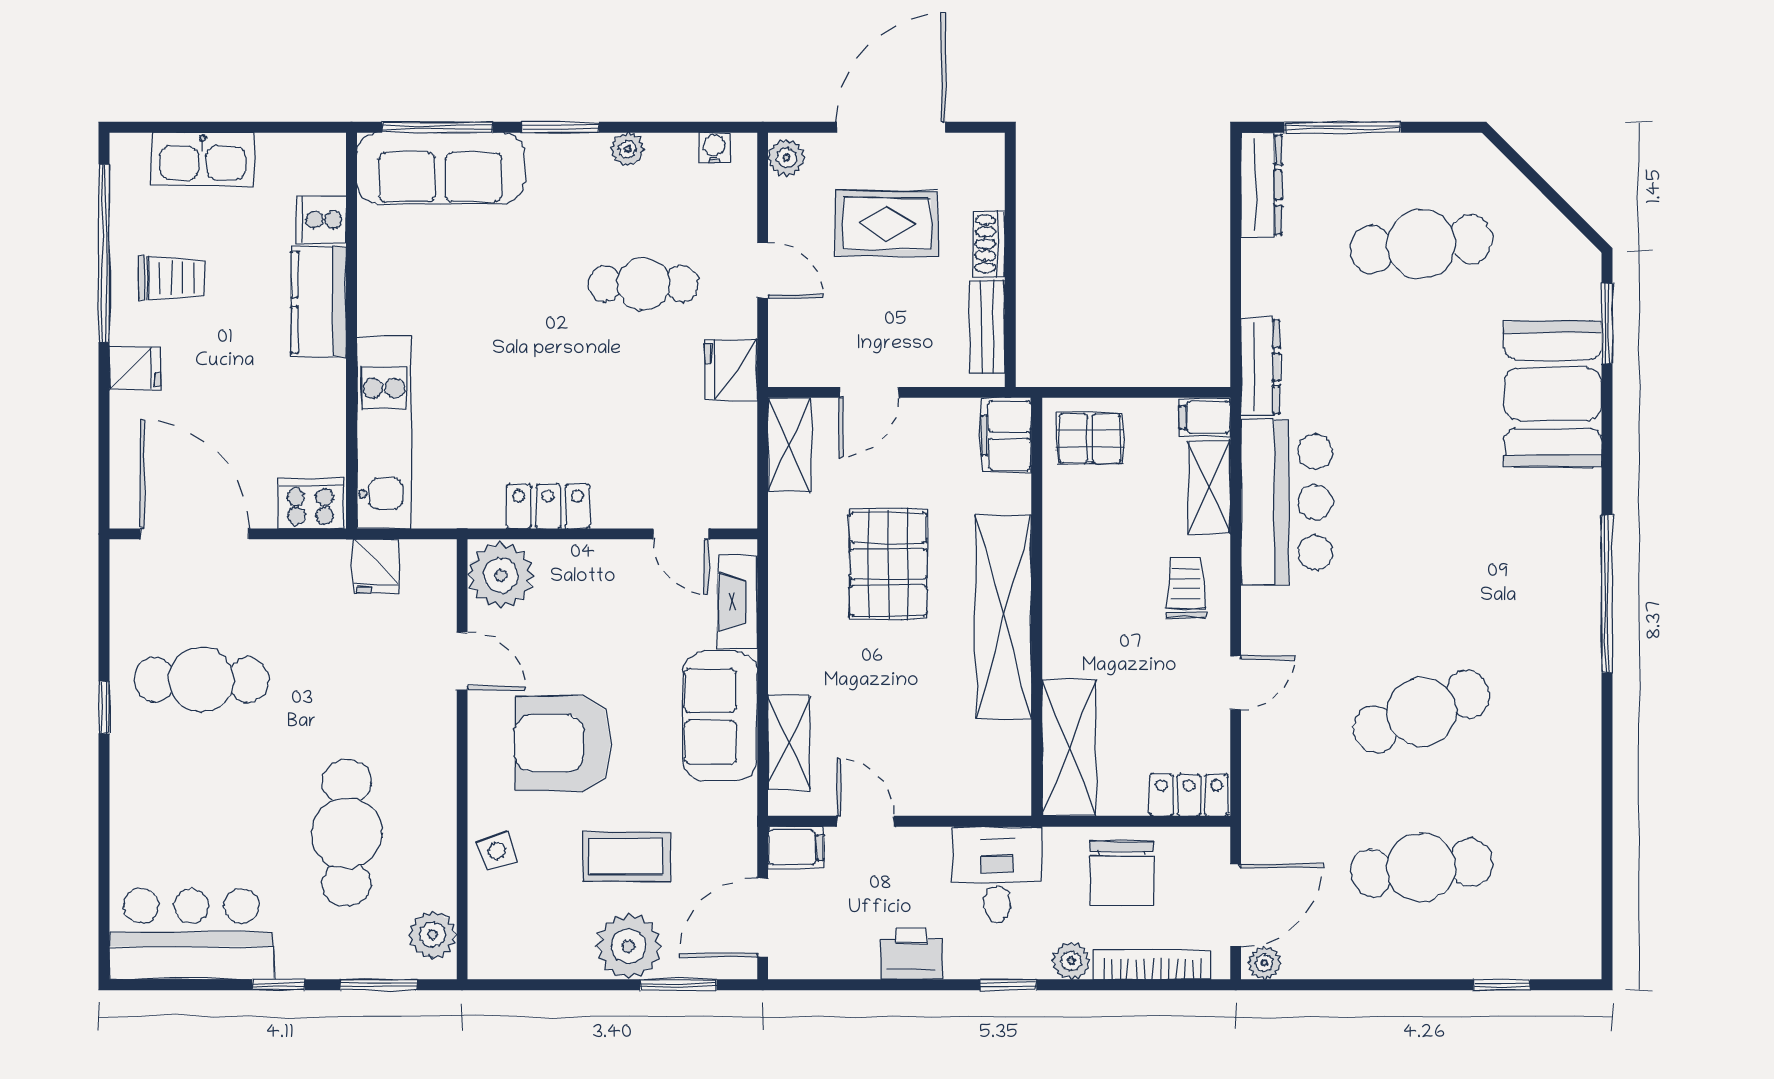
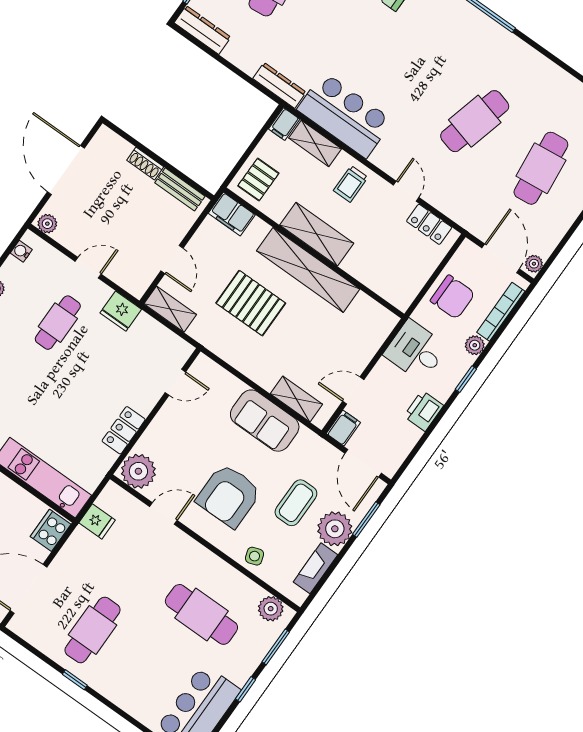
rug: (887, 224) -> (106, 201), removed
trolley: (1186, 588) -> (351, 184), turned -90
fireplace: (738, 602) -> (315, 568), moved, turned 90
cafe table: (1421, 712) -> (475, 121), turned 36
shelving: (1069, 748) -> (317, 234), moved
locker: (1189, 795) -> (429, 224), moved, turned -90

